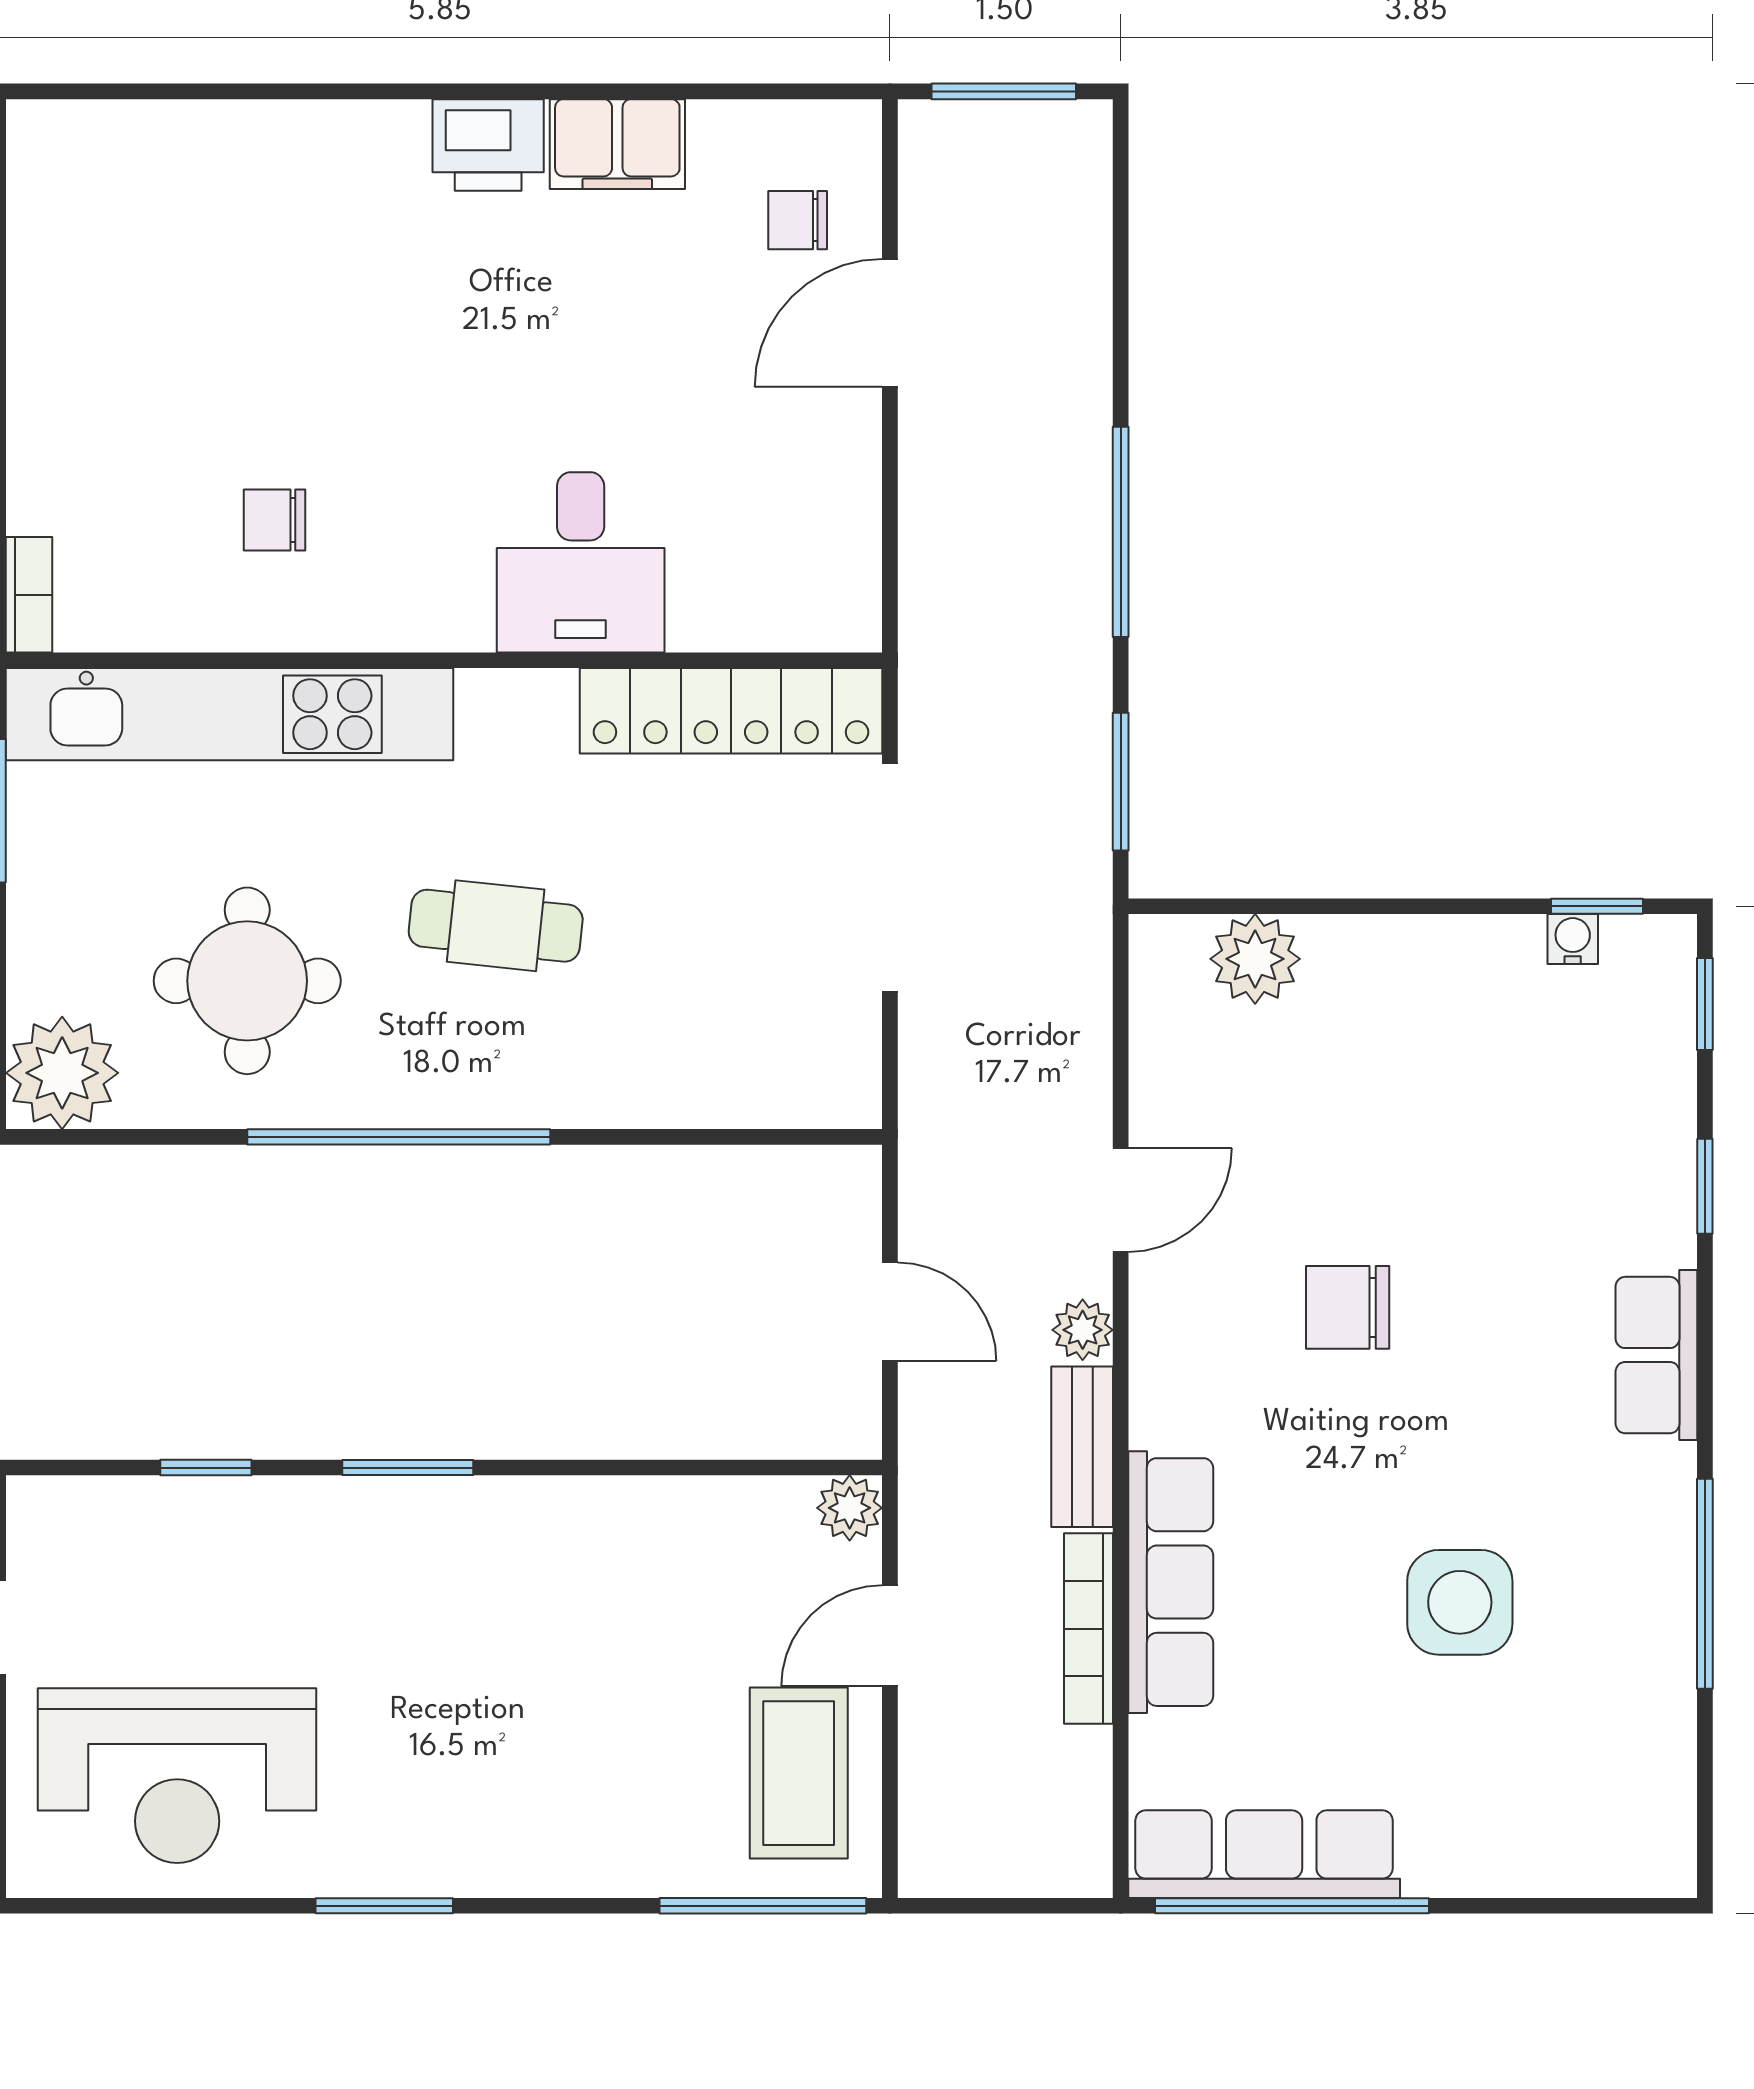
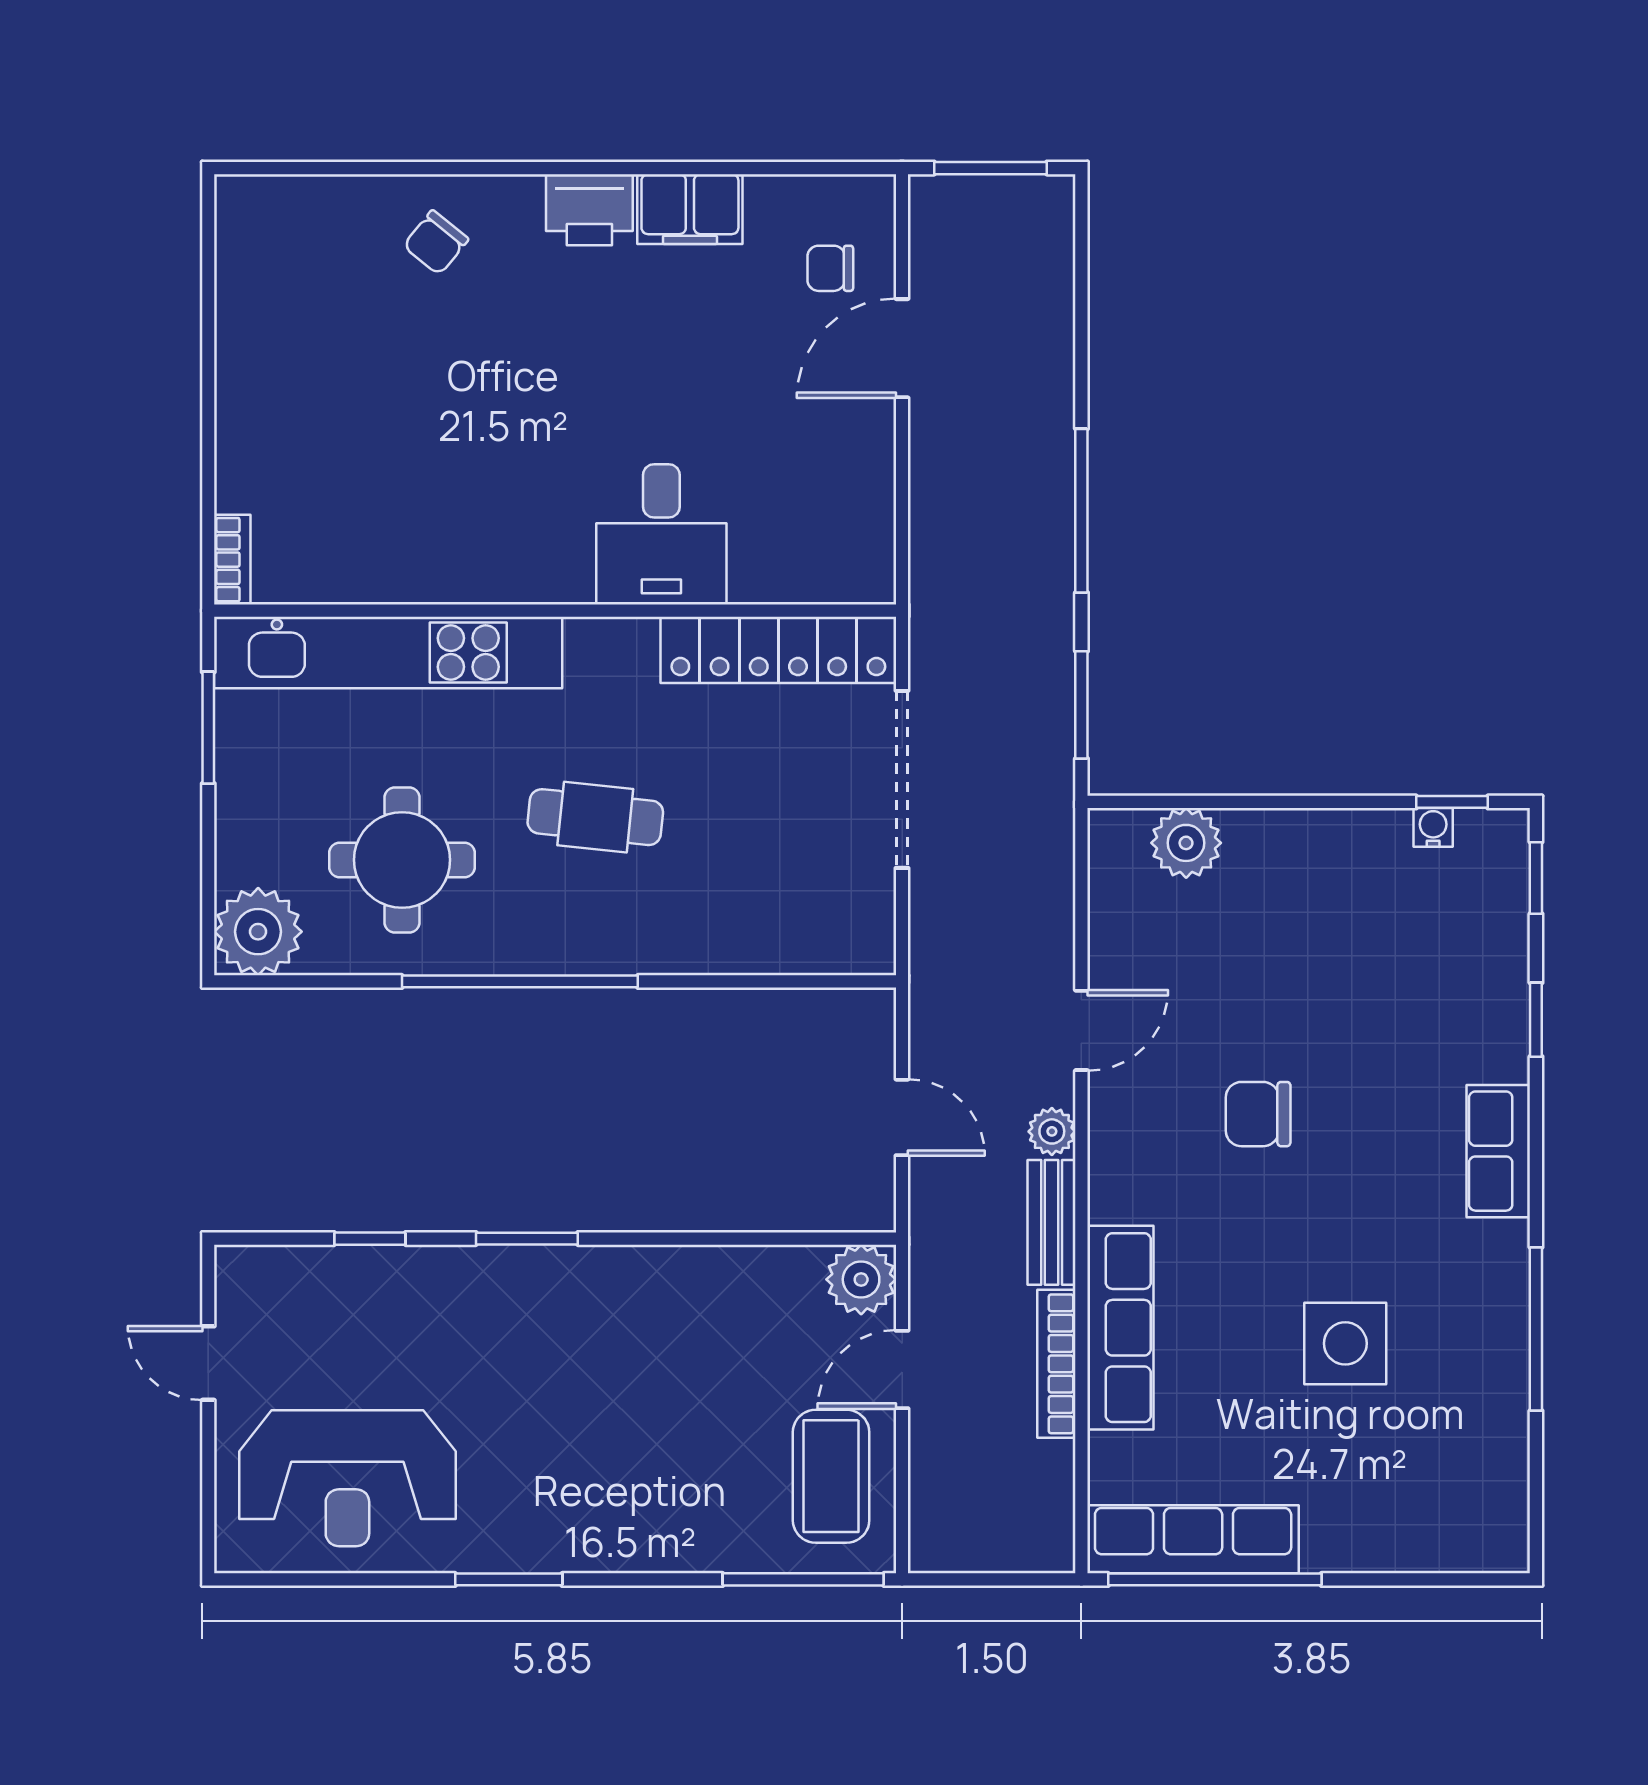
chair: (274, 520) -> (436, 243), moved, turned -51
plant: (850, 1508) -> (861, 1279), width x1.38, depth x1.38

